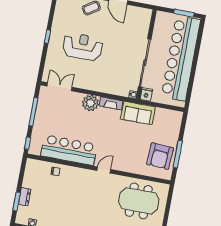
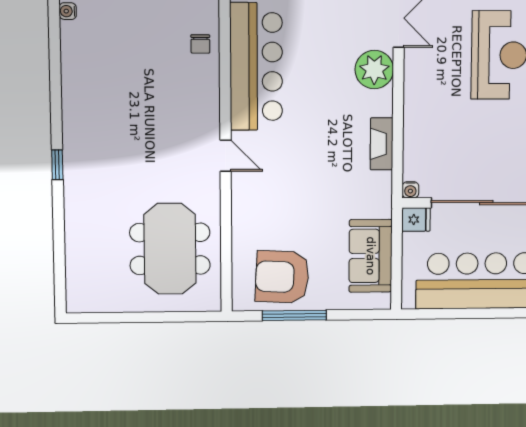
plant: (90, 103) -> (374, 70), moved
sofa: (138, 113) -> (371, 256), moved

